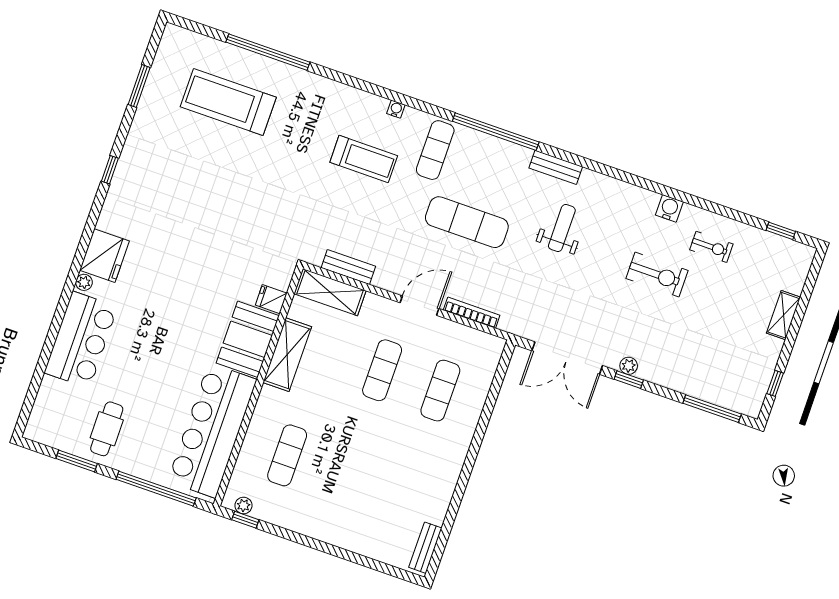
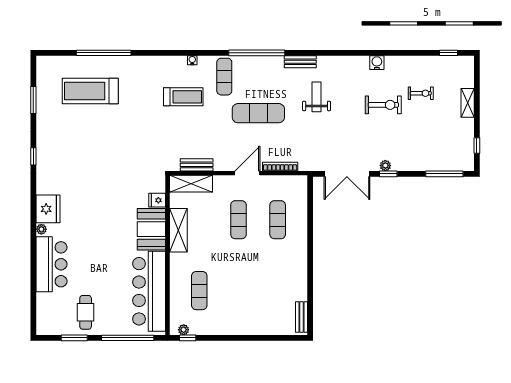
exercise bike: (711, 247) -> (421, 93), moved

